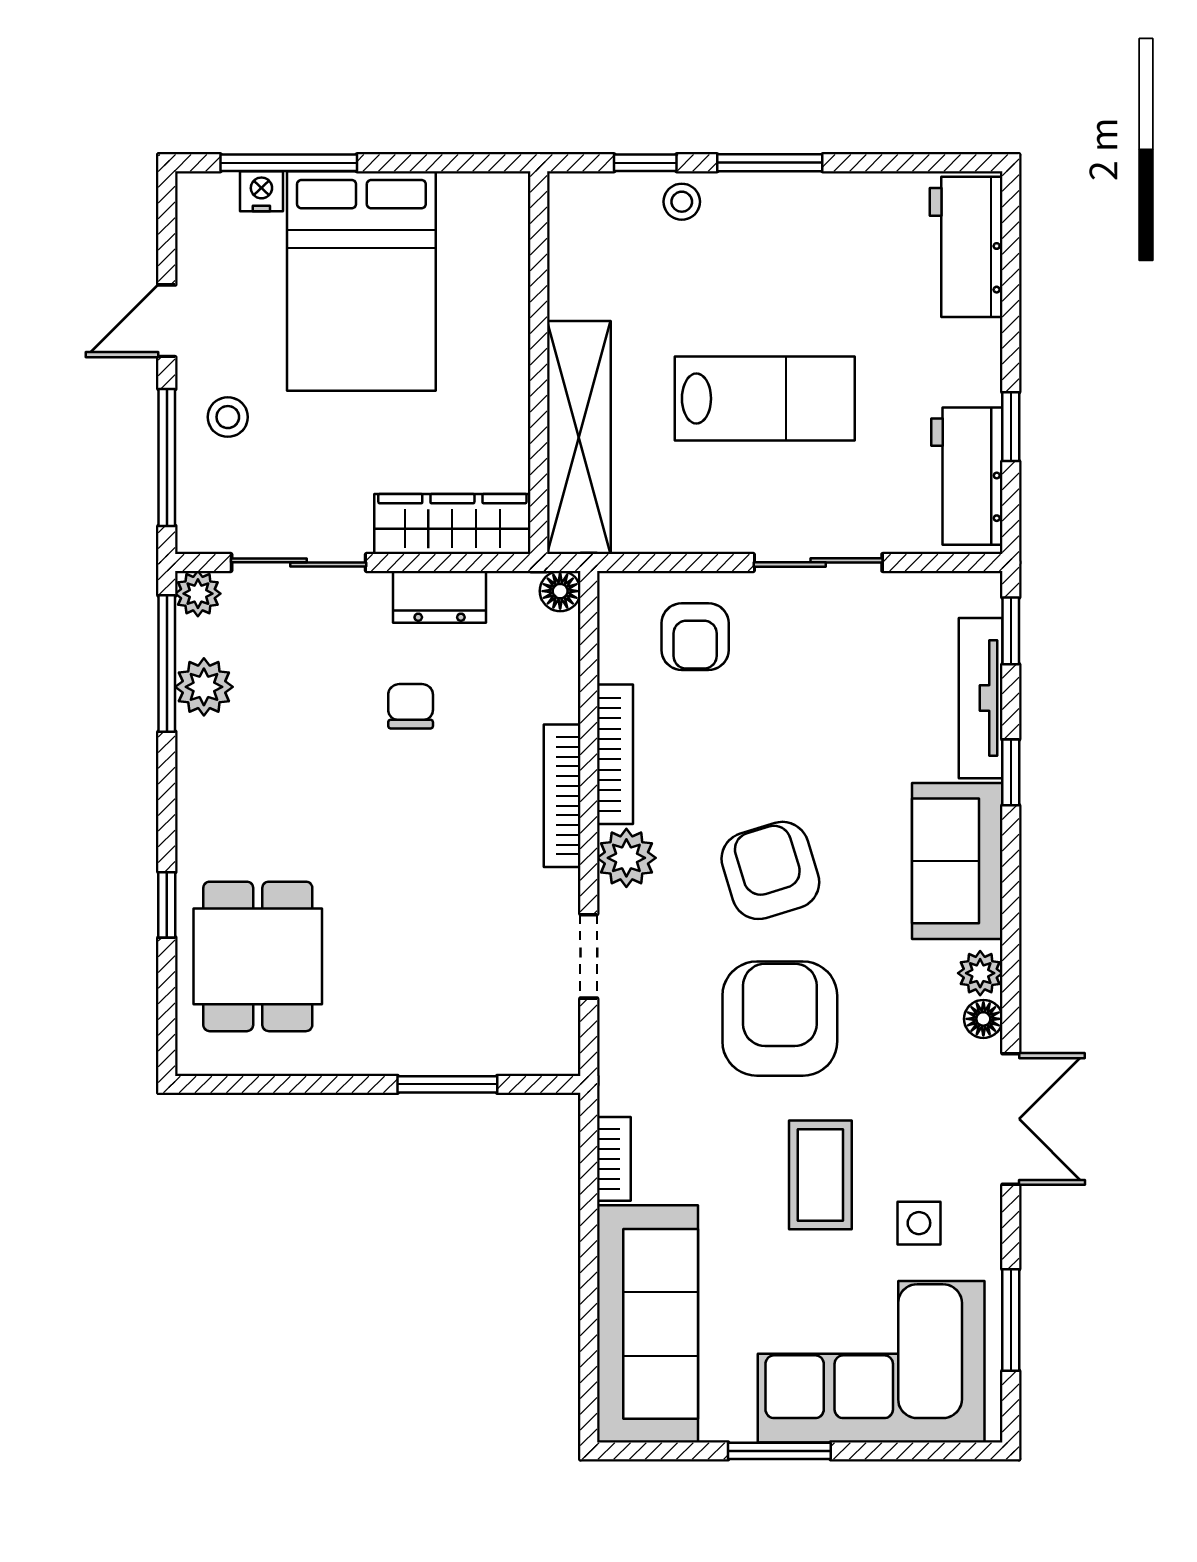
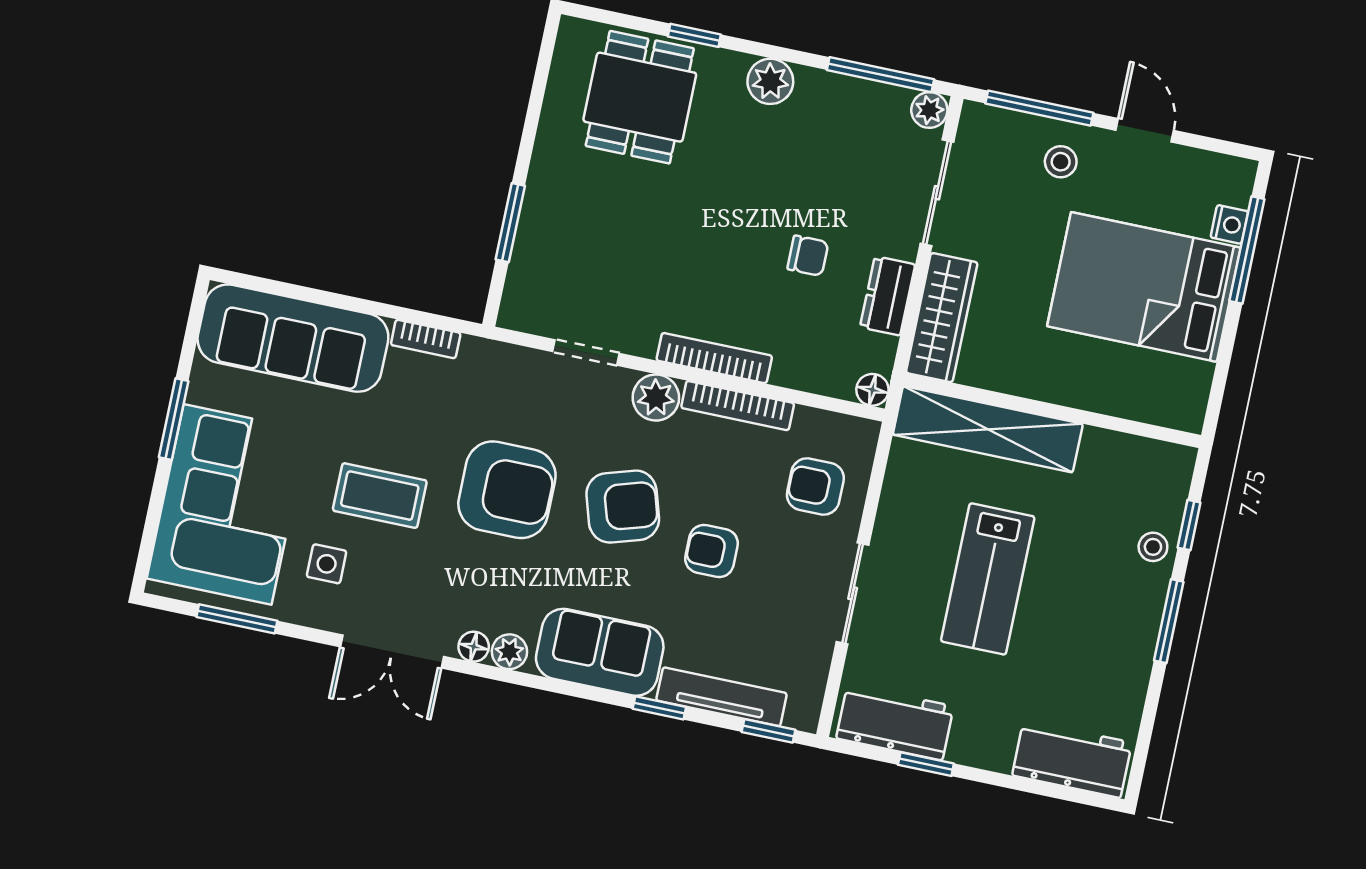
plant: (204, 687) -> (770, 81), moved
armchair: (802, 749) -> (712, 551), added
dining table: (258, 956) -> (640, 97), turned 90

